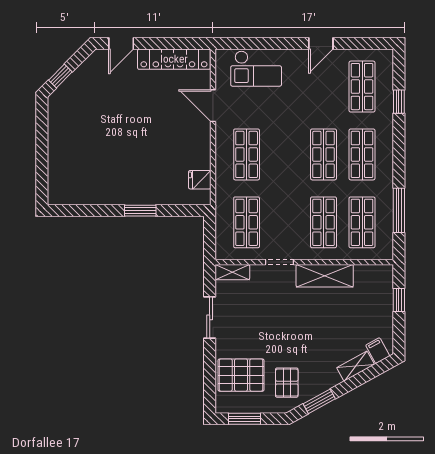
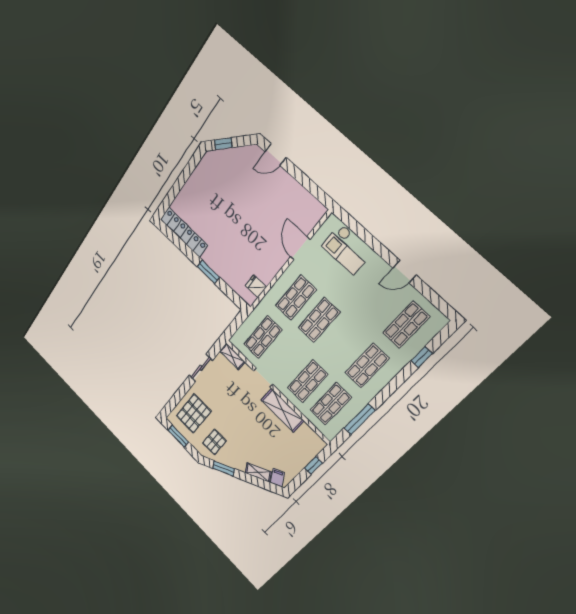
locker: (174, 59) -> (184, 232), moved, turned 180
shop shelf: (324, 154) -> (319, 320), moved
pallet: (241, 375) -> (194, 414), turned 90

